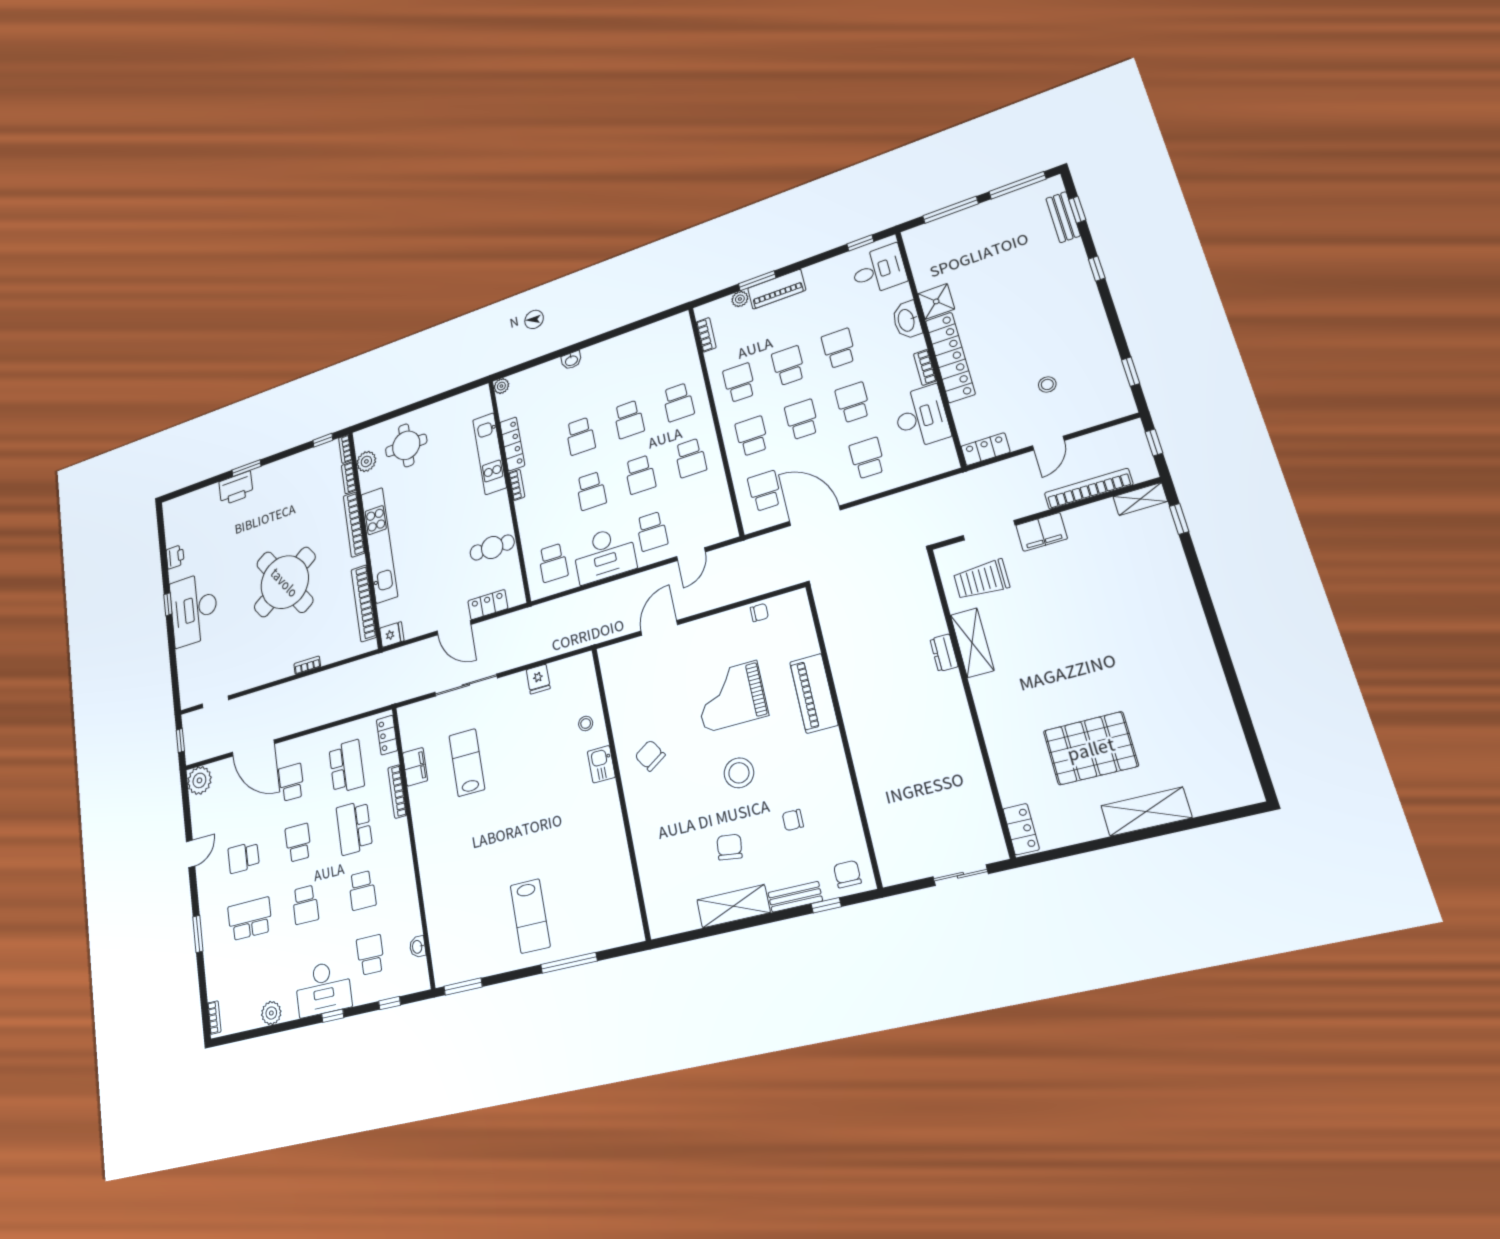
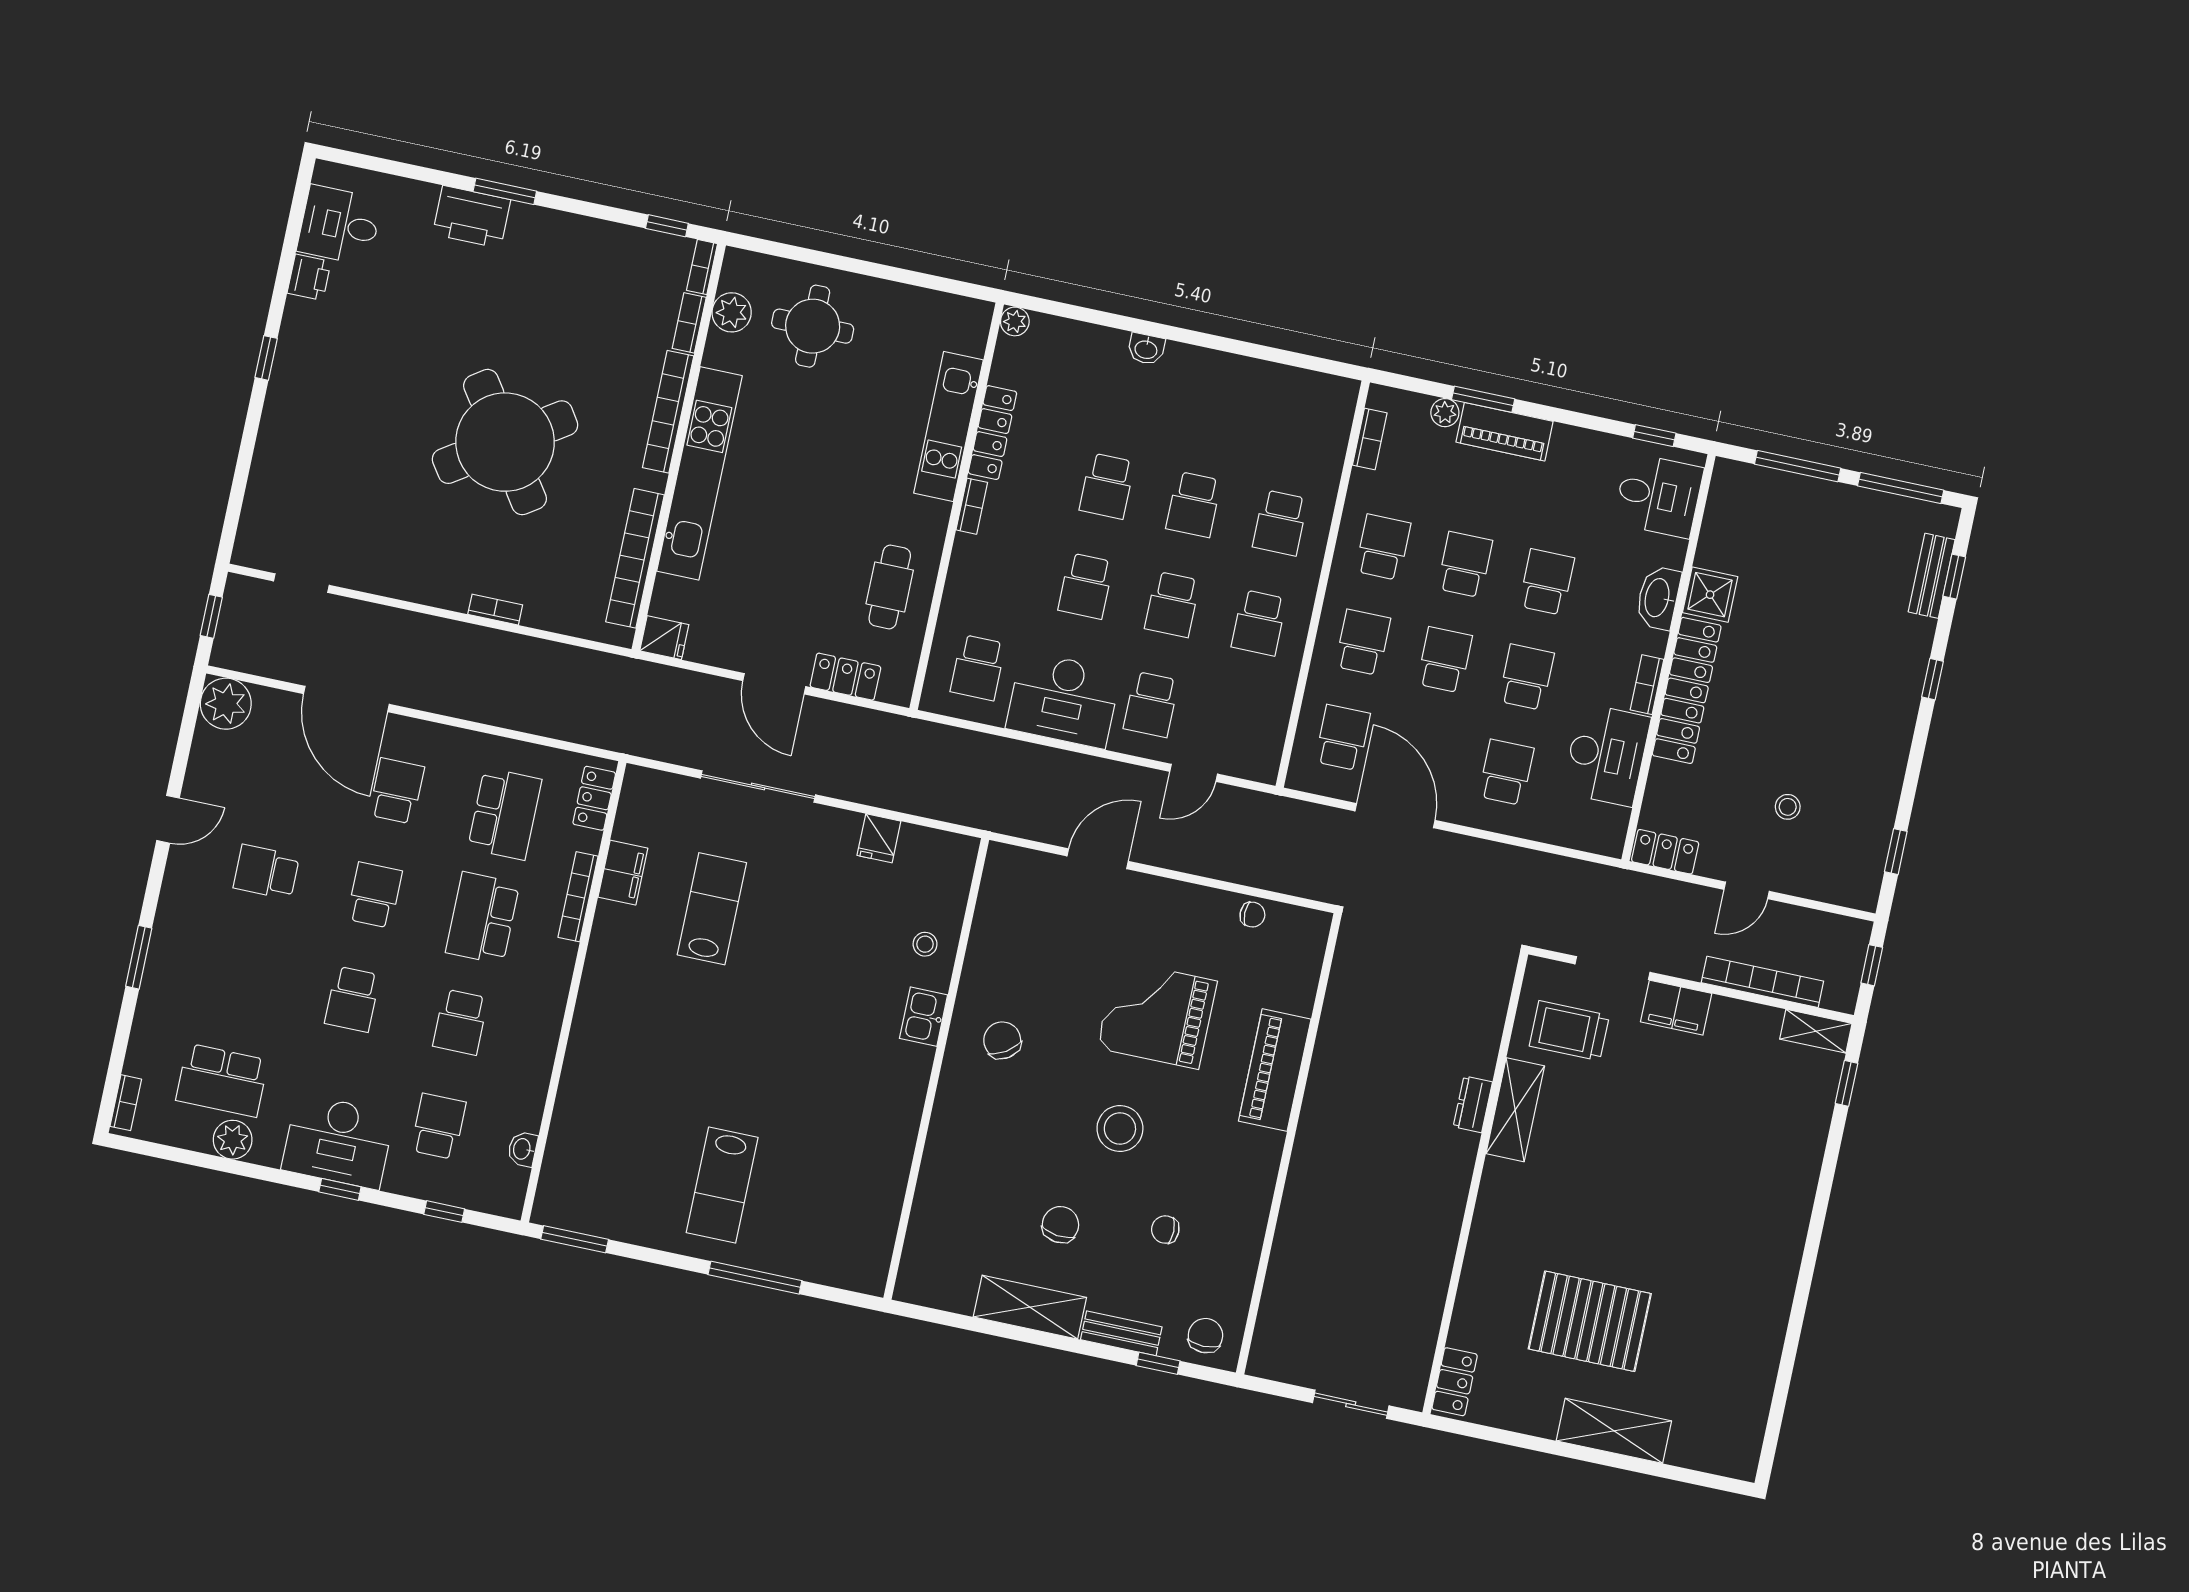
cafe table: (492, 548) -> (890, 587), turned 90
desk: (194, 609) -> (339, 225), moved, width x0.53, depth x0.77
school desk: (250, 919) -> (222, 1080), moved, turned 180

